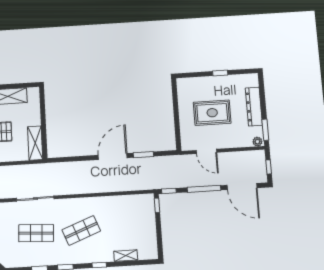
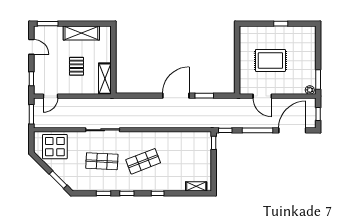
dresser: (254, 107) -> (309, 57), removed
door: (242, 186) -> (292, 130), swing flipped
shelving: (126, 256) -> (196, 186), moved

